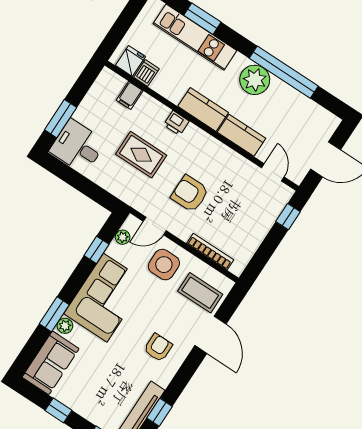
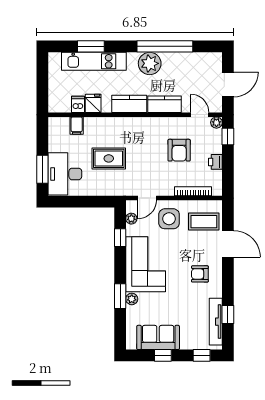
fridge: (130, 61) -> (93, 103), moved
printer: (176, 123) -> (215, 162), moved, turned 90
desk: (78, 146) -> (65, 174), width x1.37
plant: (286, 193) -> (216, 123), added
armchair: (190, 194) -> (179, 150), moved, turned -90
armchair: (158, 348) -> (200, 274), turned -90
sofa: (51, 363) -> (158, 337), moved, turned -90

